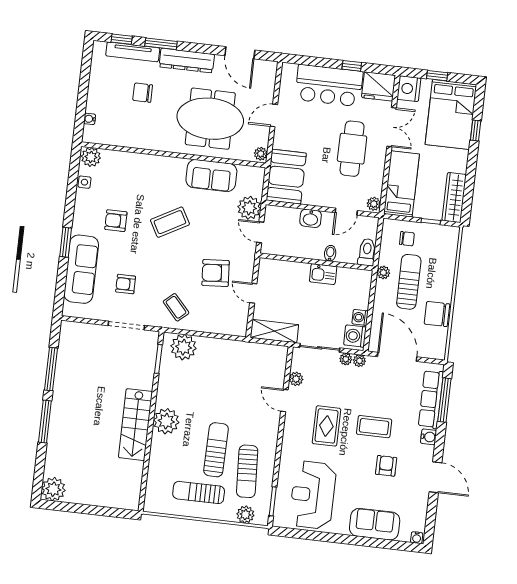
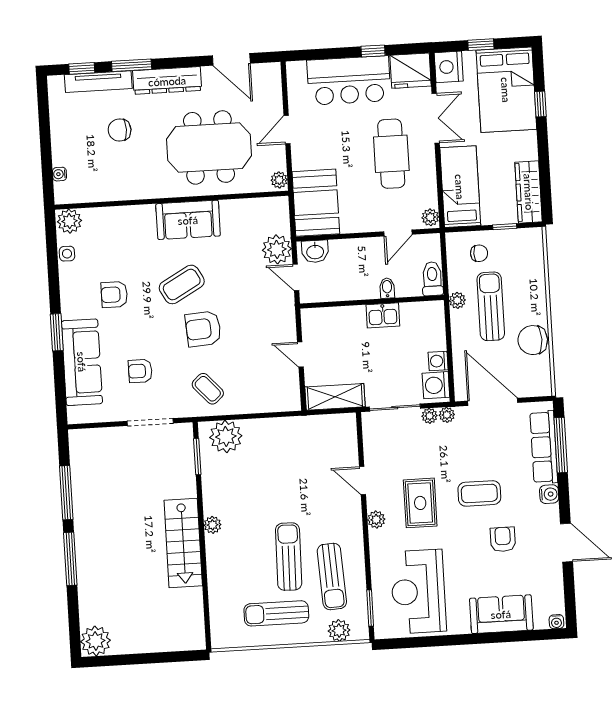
sofa: (211, 176) -> (188, 220), moved
washbasin: (311, 218) -> (315, 251), moved
armchair: (216, 273) -> (203, 329), moved
plant: (296, 379) -> (376, 520), moved
plant: (166, 421) -> (213, 525), width x0.53, depth x0.53

